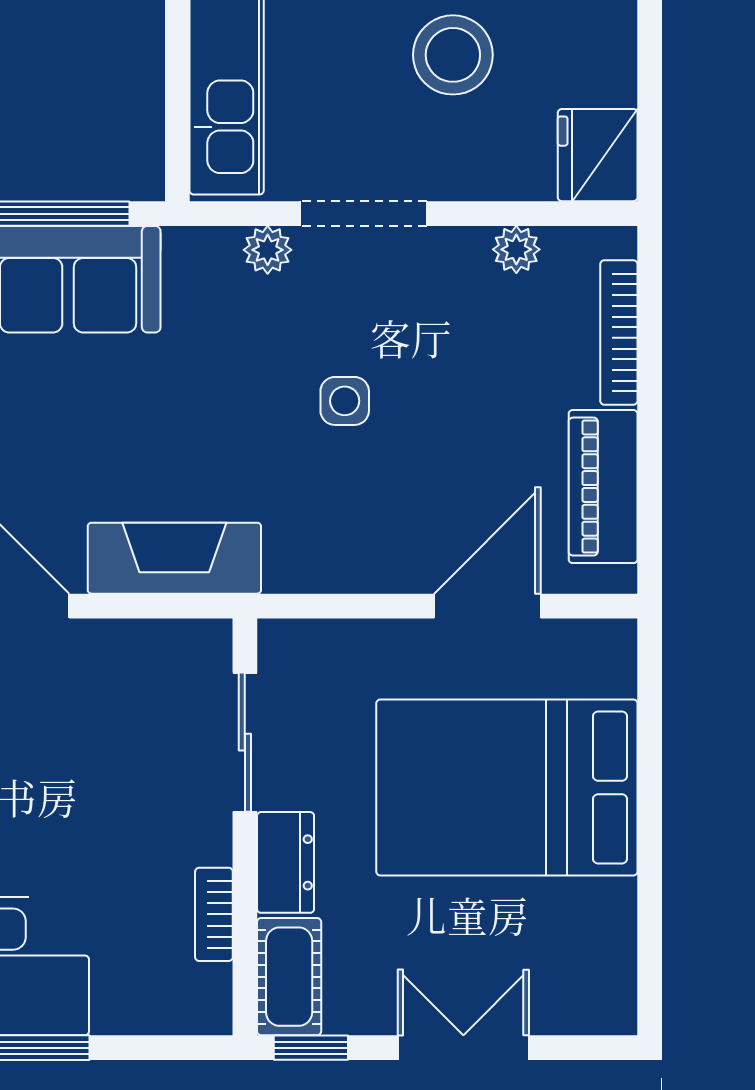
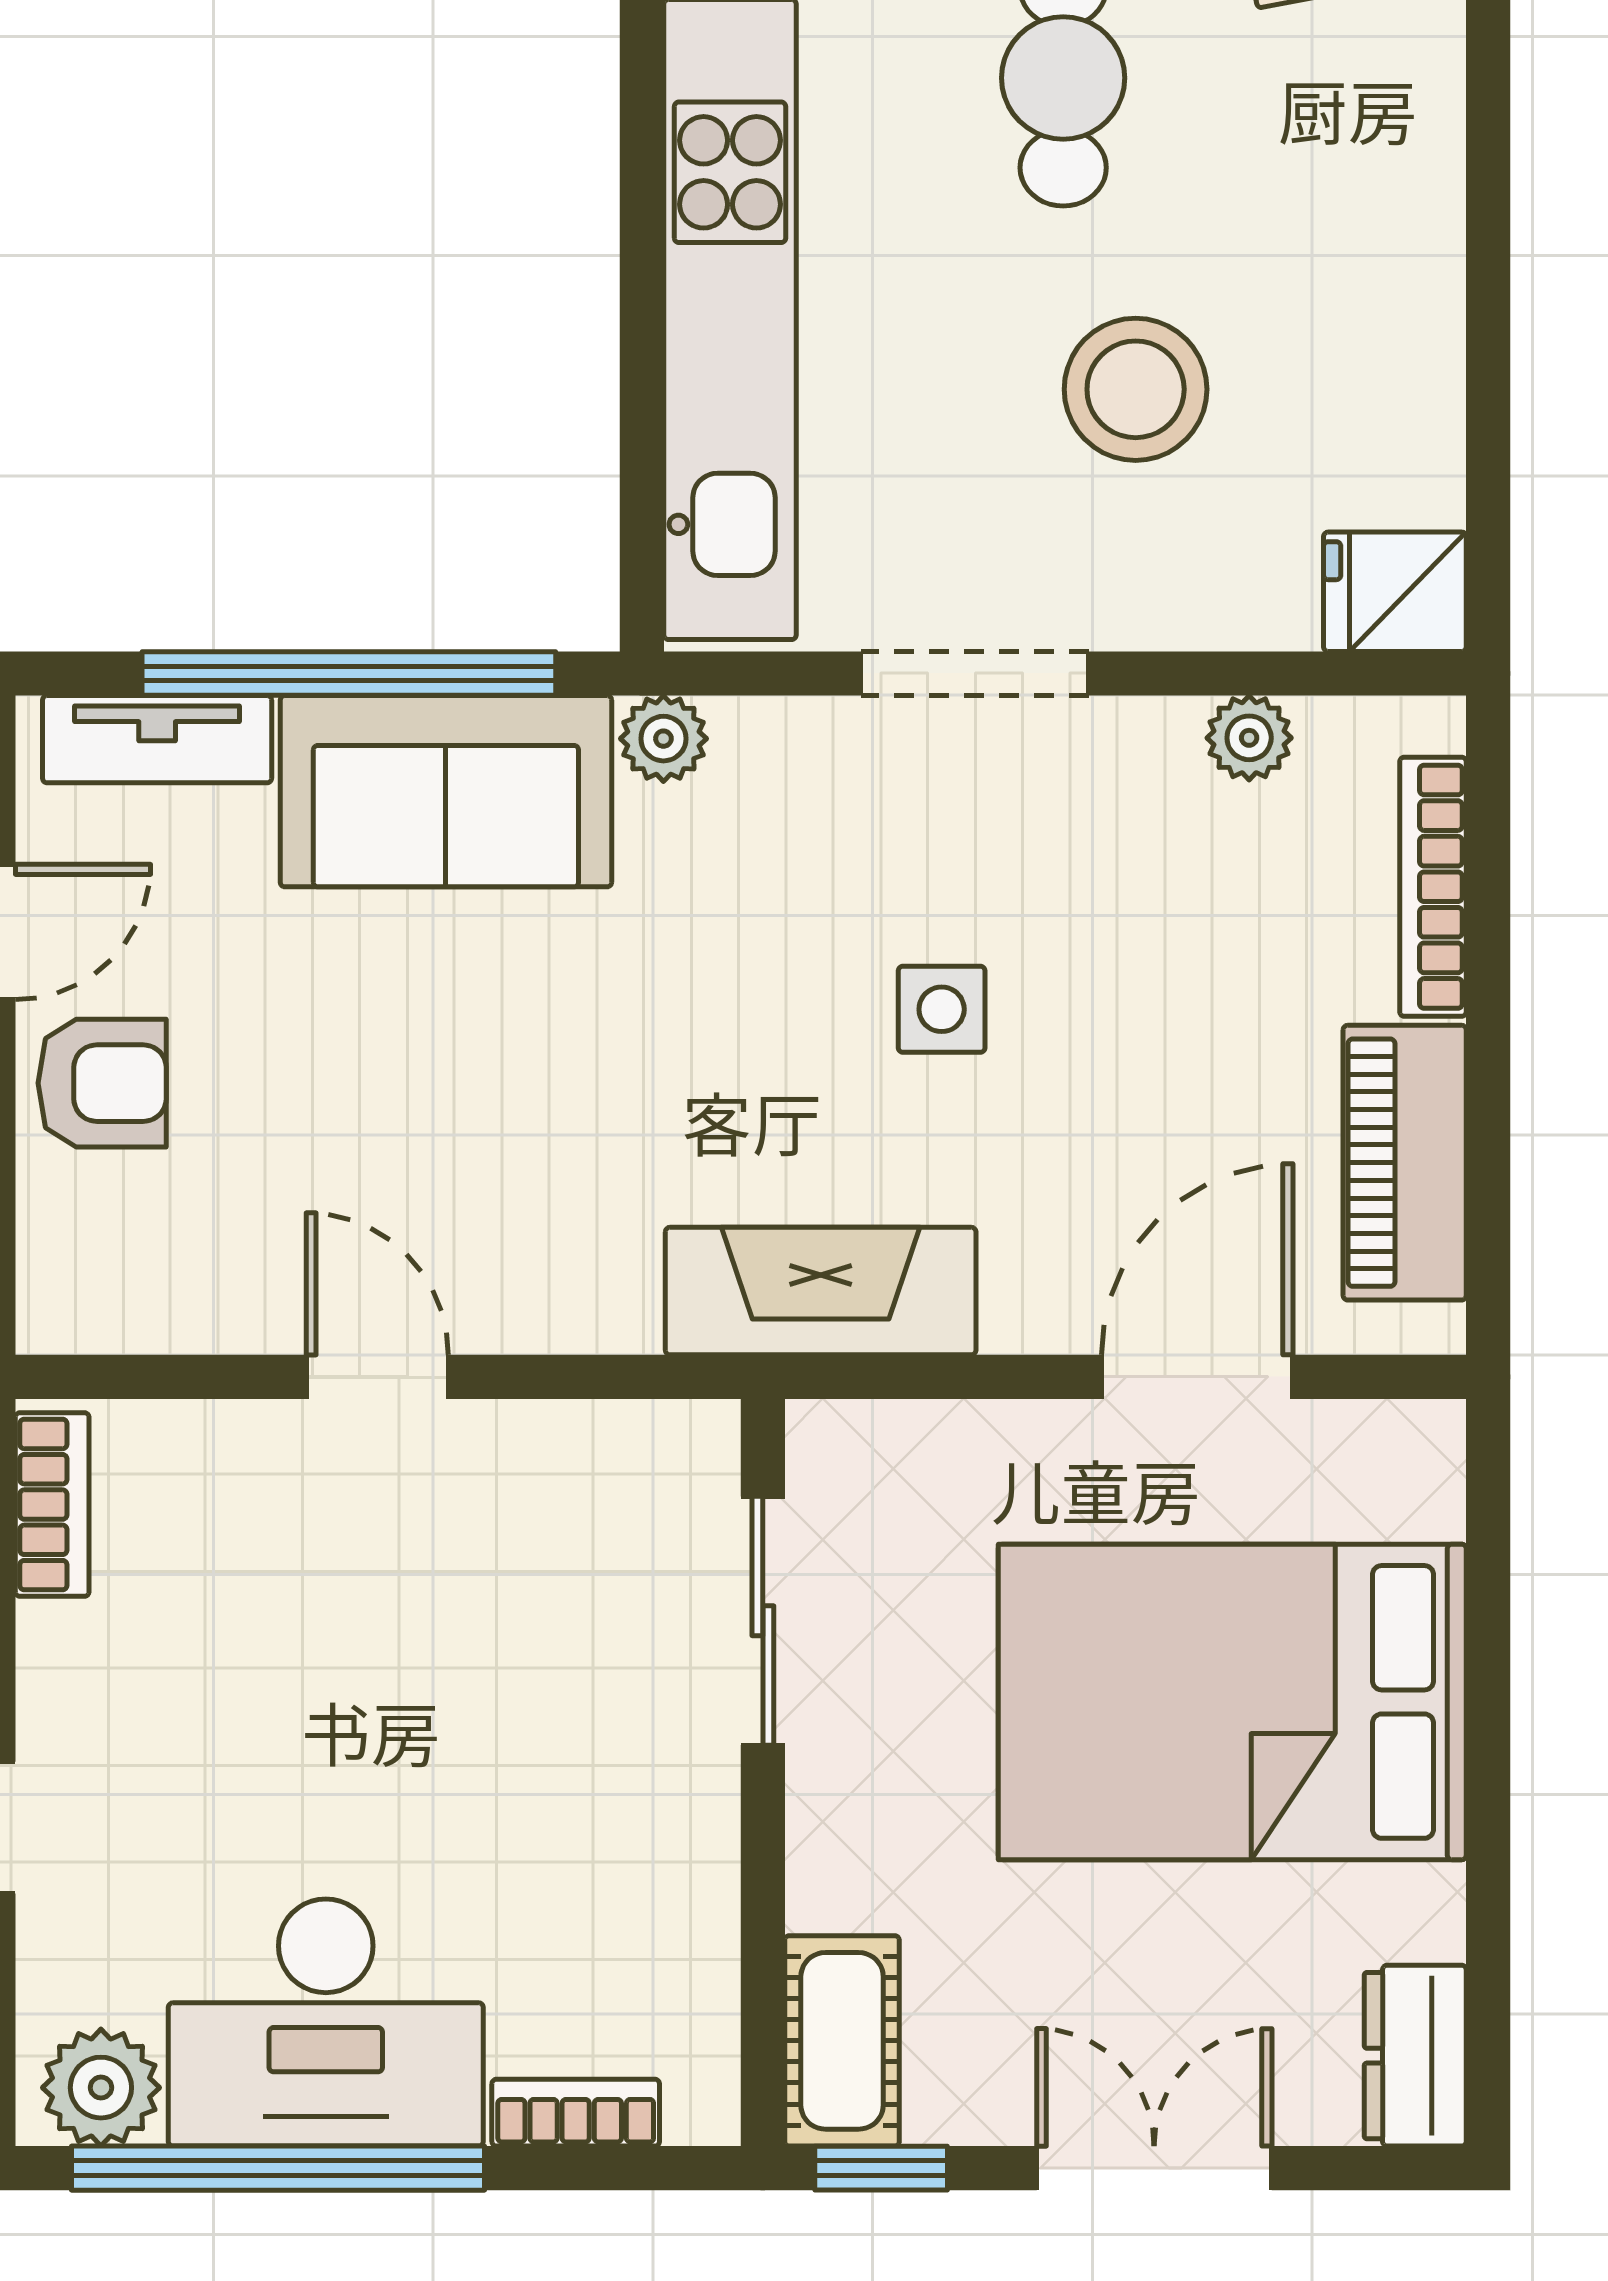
fridge: (598, 155) -> (1395, 592), width x0.72
plant: (268, 250) -> (663, 739), moved
fireplace: (174, 558) -> (821, 1291), moved
dresser: (286, 862) -> (1415, 2056), moved, turned 180
bookcase: (214, 914) -> (576, 2113), moved, turned 90

